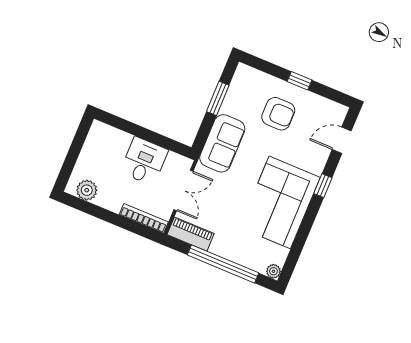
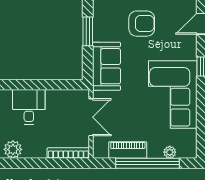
desk: (144, 161) -> (29, 107), moved
piano: (191, 234) -> (128, 150), moved
plant: (273, 271) -> (170, 152), moved

